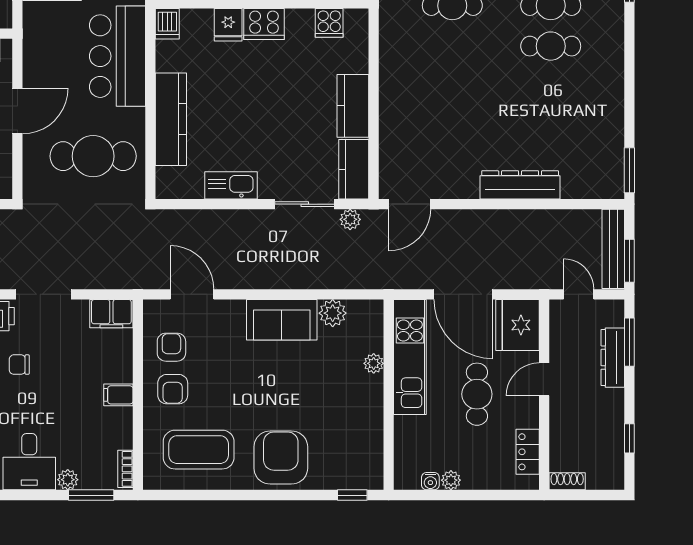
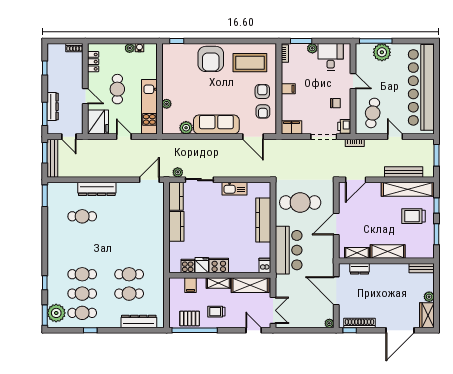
fridge: (228, 25) -> (202, 265), moved
cafe table: (551, 46) -> (82, 216), moved
door: (463, 294) -> (124, 137), width x0.53
sofa: (282, 320) -> (216, 125), width x1.36
door: (544, 379) -> (85, 96), hinge flipped

